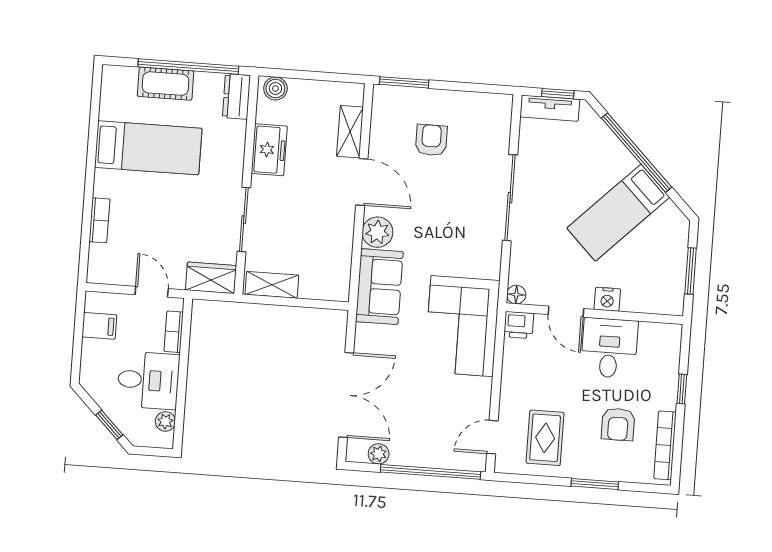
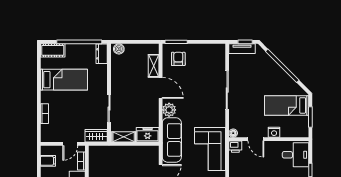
cot: (166, 84) -> (53, 50), moved
armchair: (431, 140) -> (178, 59), moved
freezer: (269, 150) -> (148, 135), moved, turned -90
bed: (618, 213) -> (287, 105), moved, turned 45
sofa: (379, 287) -> (172, 140), width x1.36
door: (152, 292) -> (70, 144), swing flipped
desk: (609, 348) -> (295, 155), moved, turned 90

